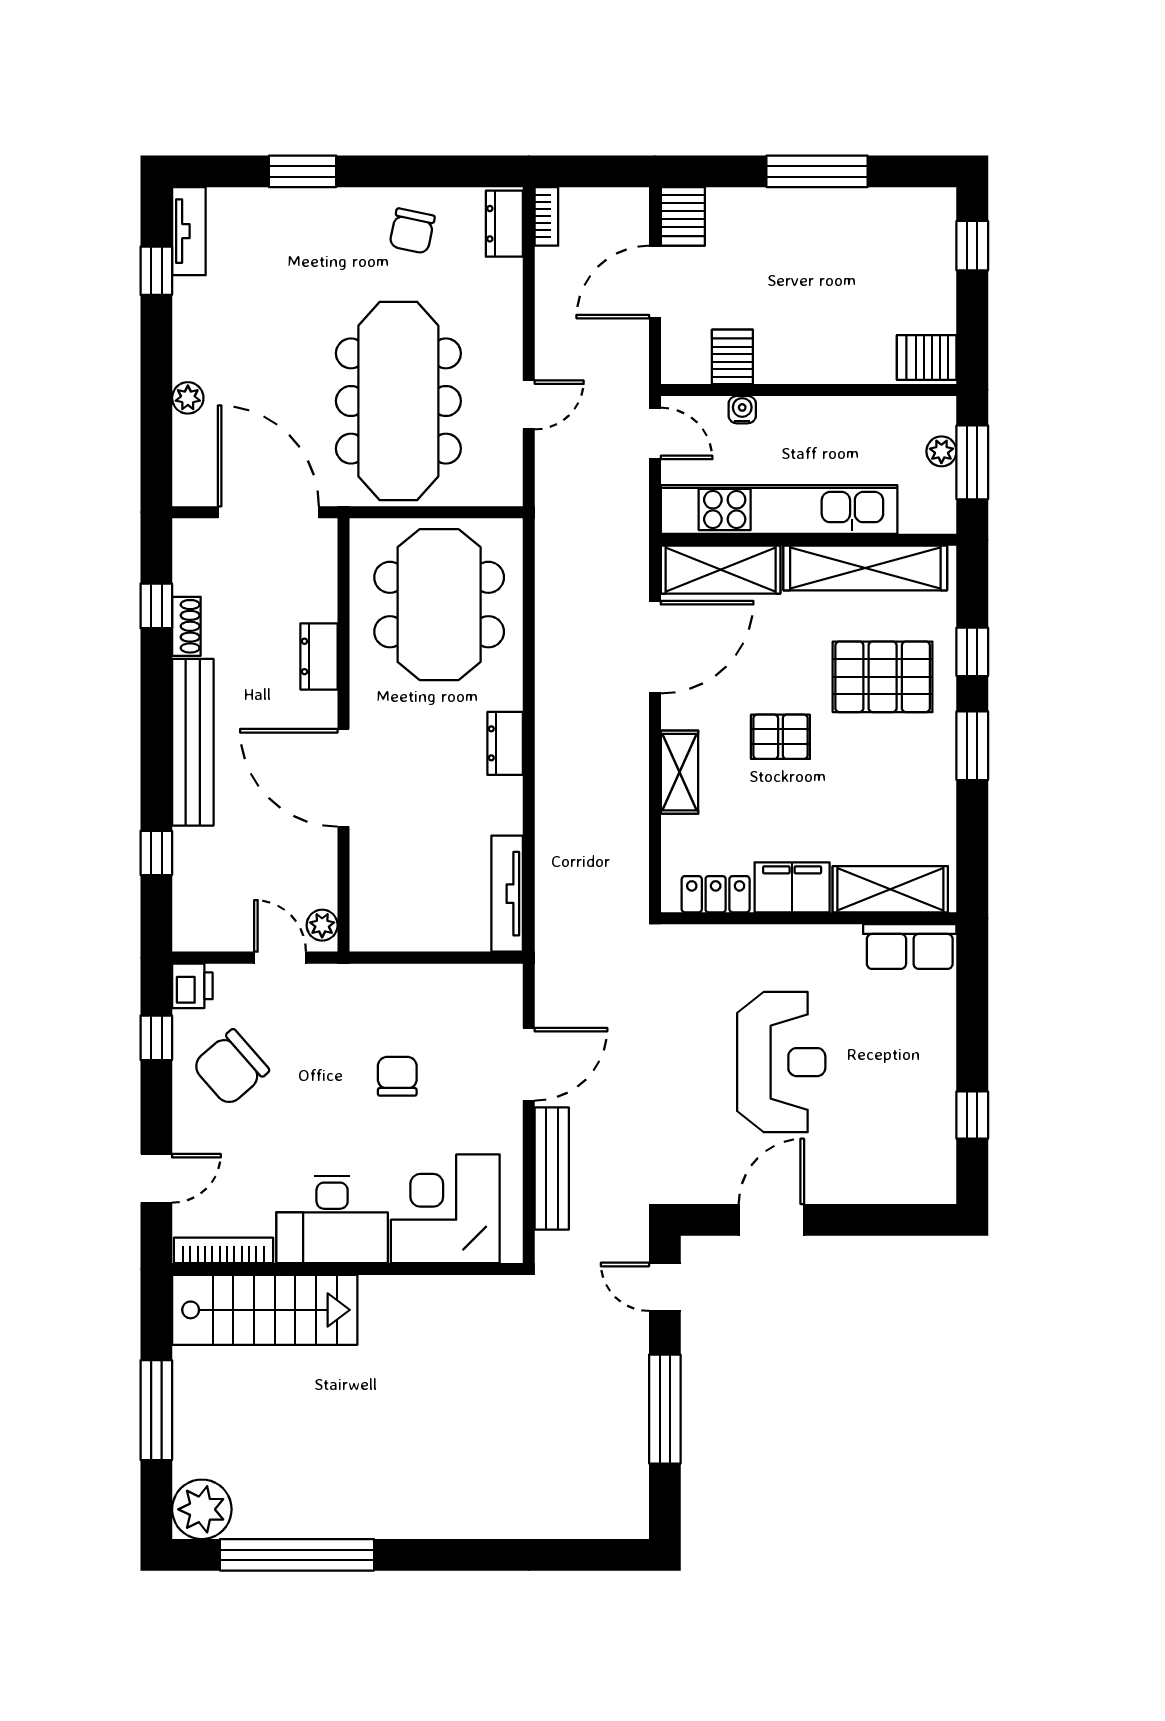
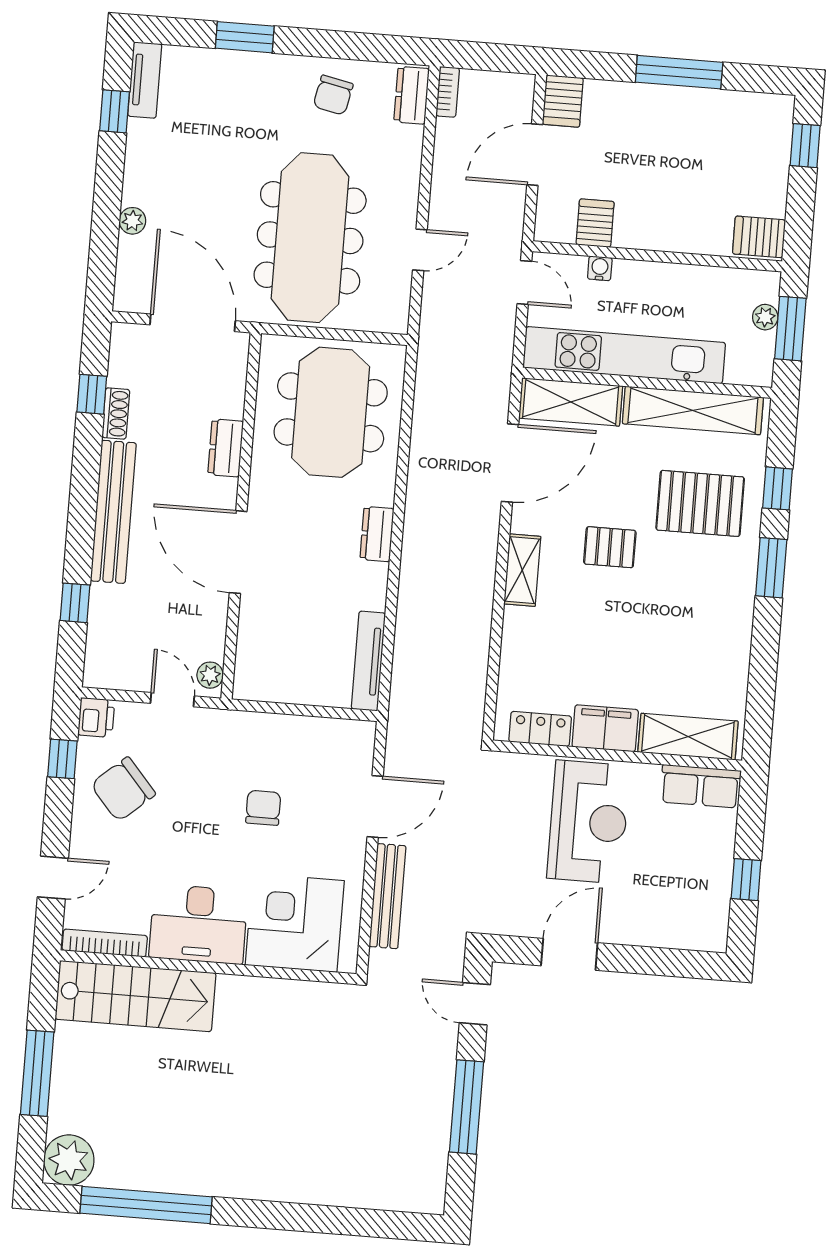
filing cabinet: (792, 887) -> (605, 728), moved
shelving: (890, 889) -> (688, 737), moved
locker: (716, 894) -> (540, 729), moved
wall: (809, 918) -> (617, 756), moved
row of seats: (910, 946) -> (700, 786), moved

